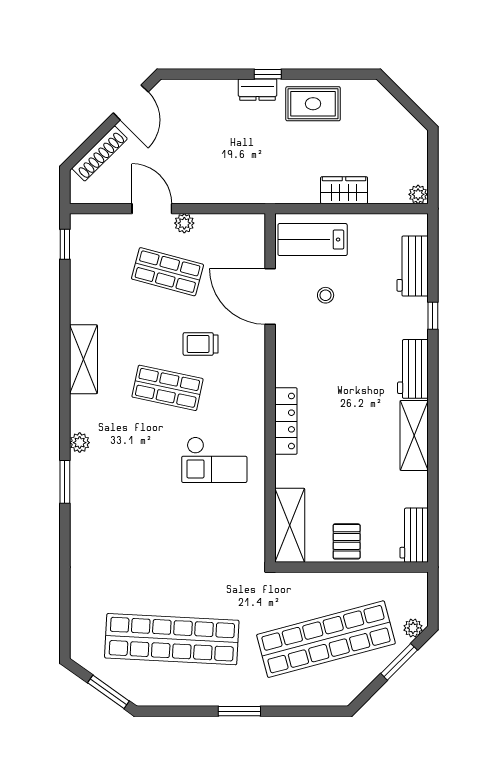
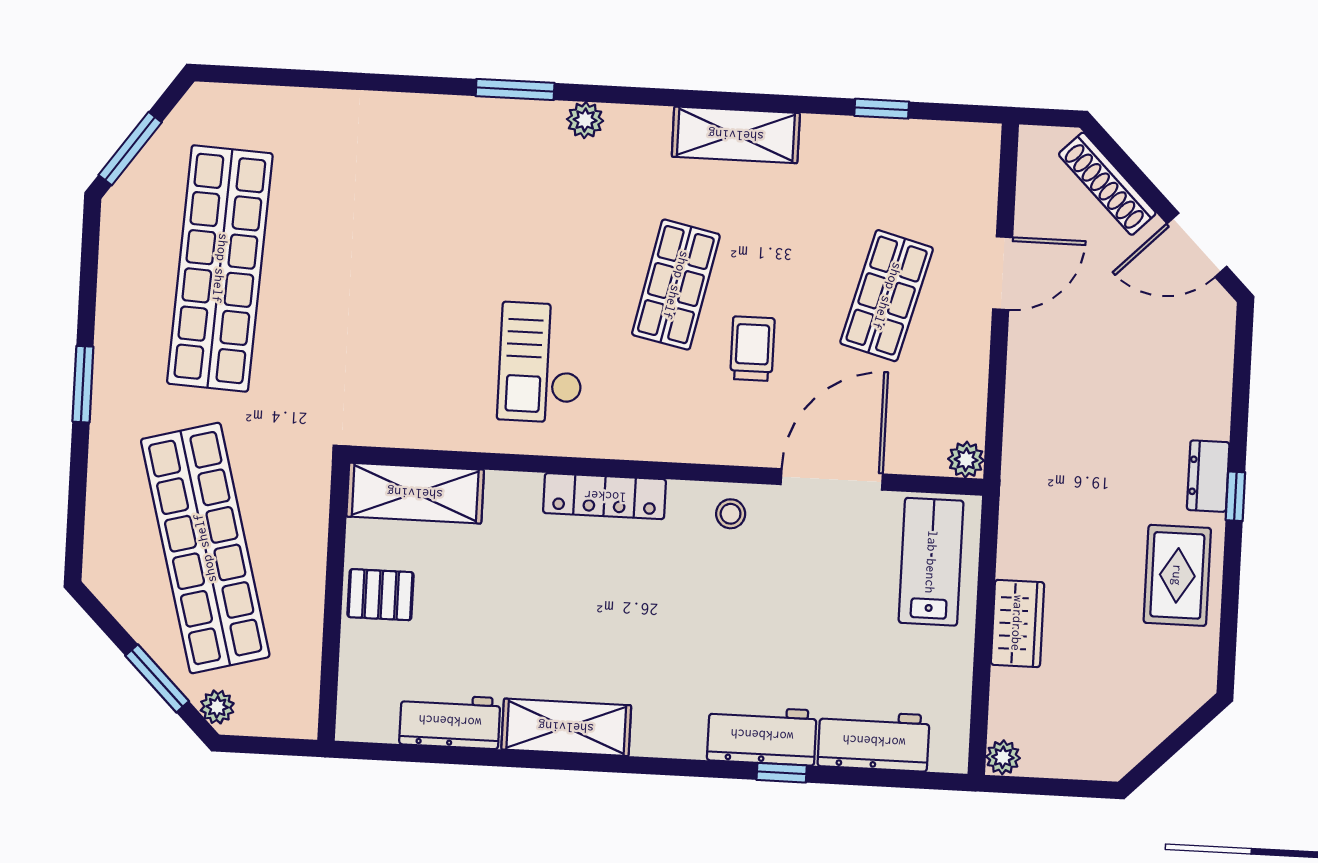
plant: (184, 223) -> (966, 460), moved
window: (65, 244) -> (882, 109), moved
stool: (326, 295) -> (731, 514), moved
workbench: (413, 369) -> (762, 735), moved
workbench: (414, 535) -> (450, 721), moved

